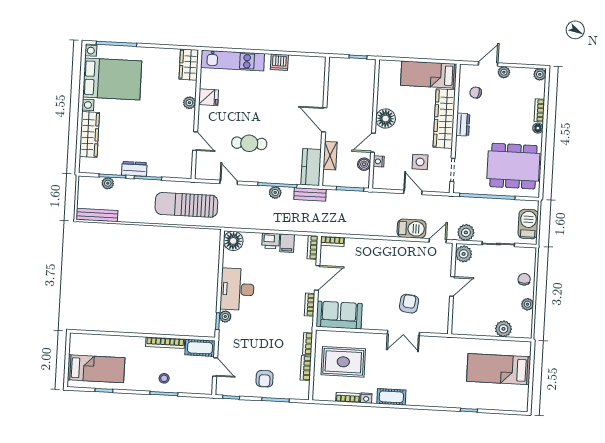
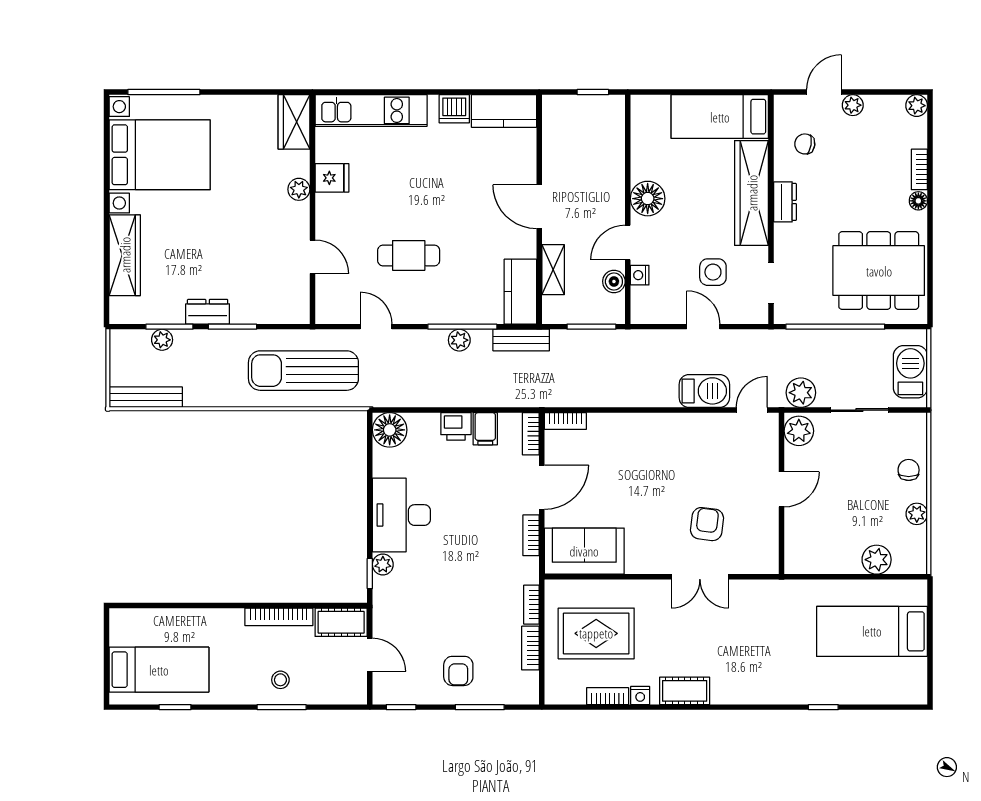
kitchen counter: (307, 65) -> (504, 111), added

